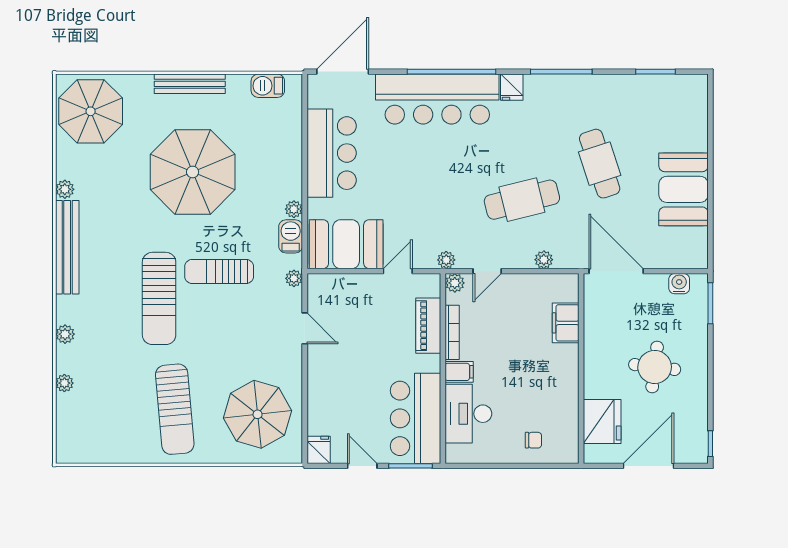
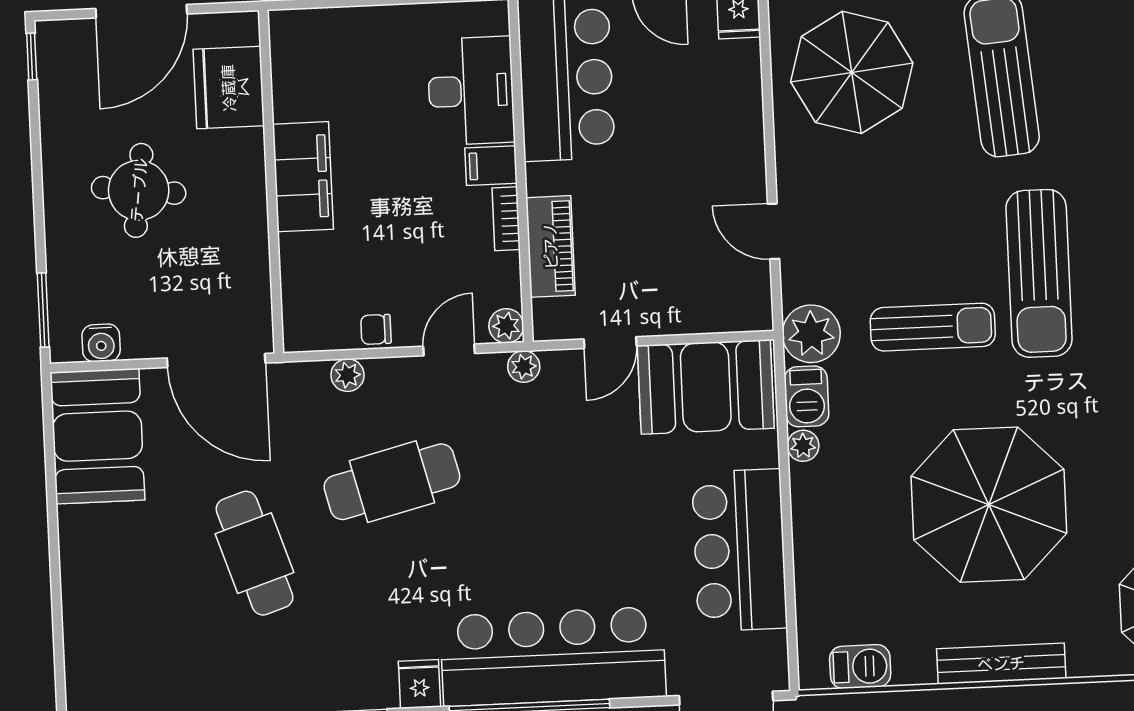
booth: (684, 189) -> (97, 436), moved
plant: (294, 278) -> (811, 334), width x1.88, depth x1.88
sun lounger: (159, 298) -> (1039, 273), turned 180
filing cabinet: (566, 323) -> (303, 177), moved, width x1.50, depth x1.17
bookcase: (452, 332) -> (506, 219), width x0.64
chair: (533, 440) -> (376, 329), moved

